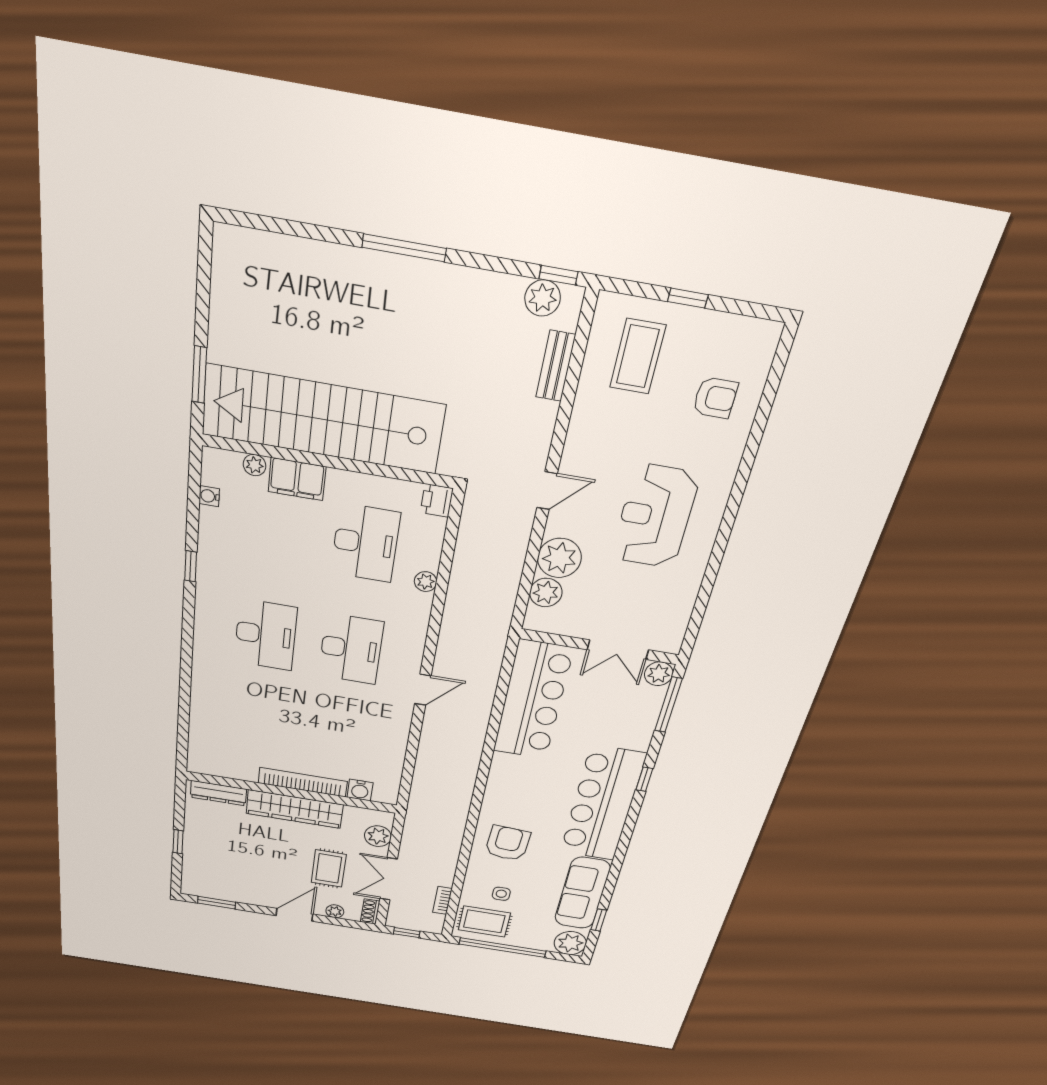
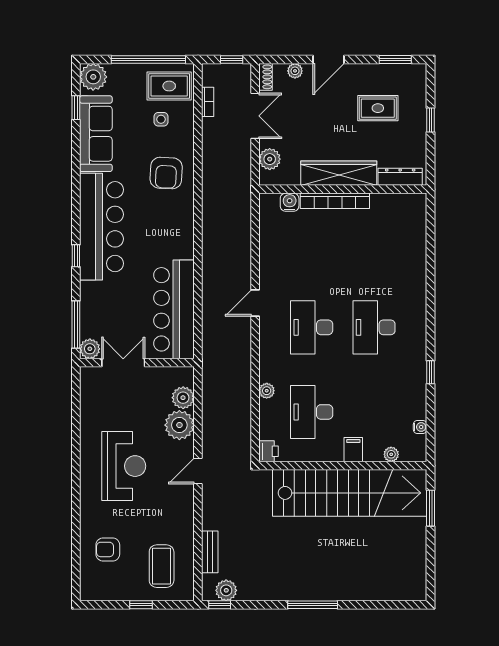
filing cabinet: (297, 479) -> (353, 450), width x0.50
rug: (329, 868) -> (378, 108), moved, turned 90

